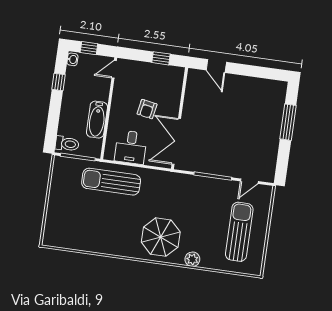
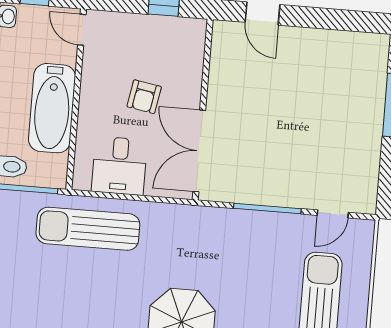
door: (114, 69) -> (82, 30), hinge flipped
bathtub: (97, 120) -> (52, 108), width x1.36, depth x1.36

